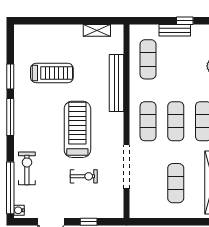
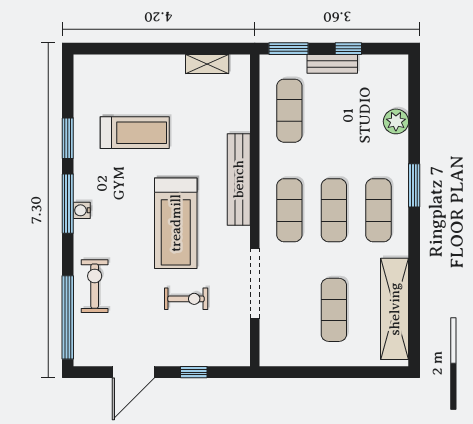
window: (148, 21) -> (289, 49), added
bench: (117, 83) -> (239, 179), moved
treadmill: (77, 129) -> (176, 223), turned 180
water cooler: (19, 210) -> (82, 210), moved

